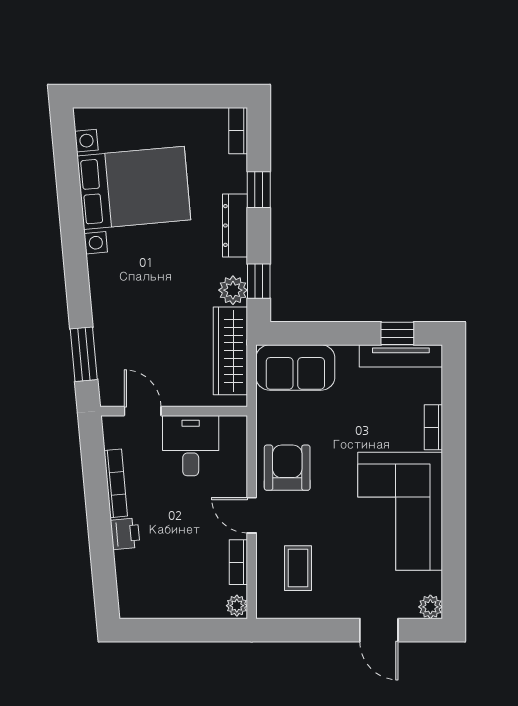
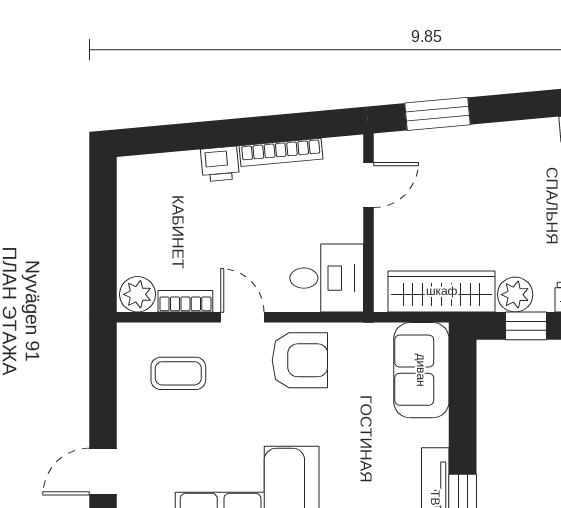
desk: (191, 446) -> (327, 278), moved
door: (252, 515) -> (242, 317), hinge flipped
plant: (237, 606) -> (138, 294), width x1.38, depth x1.38

